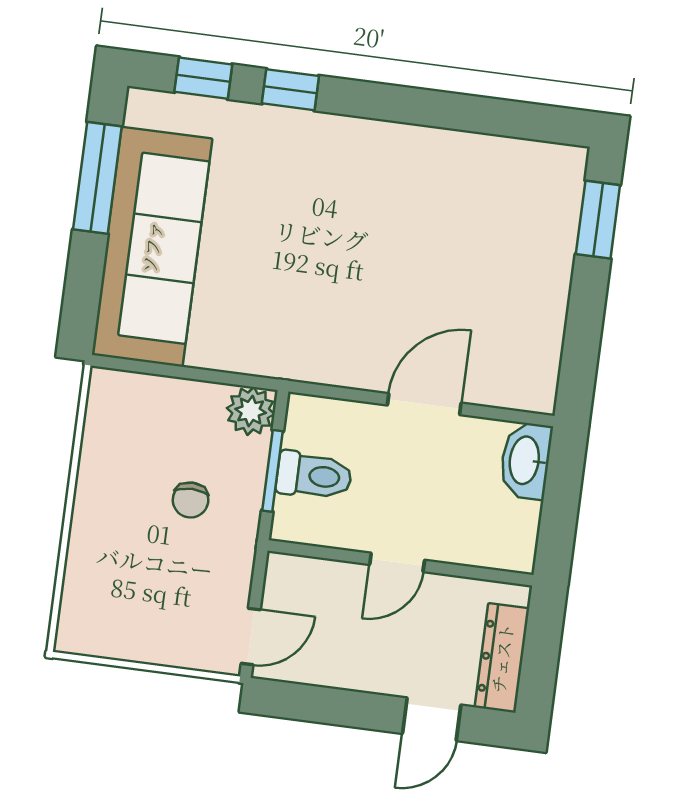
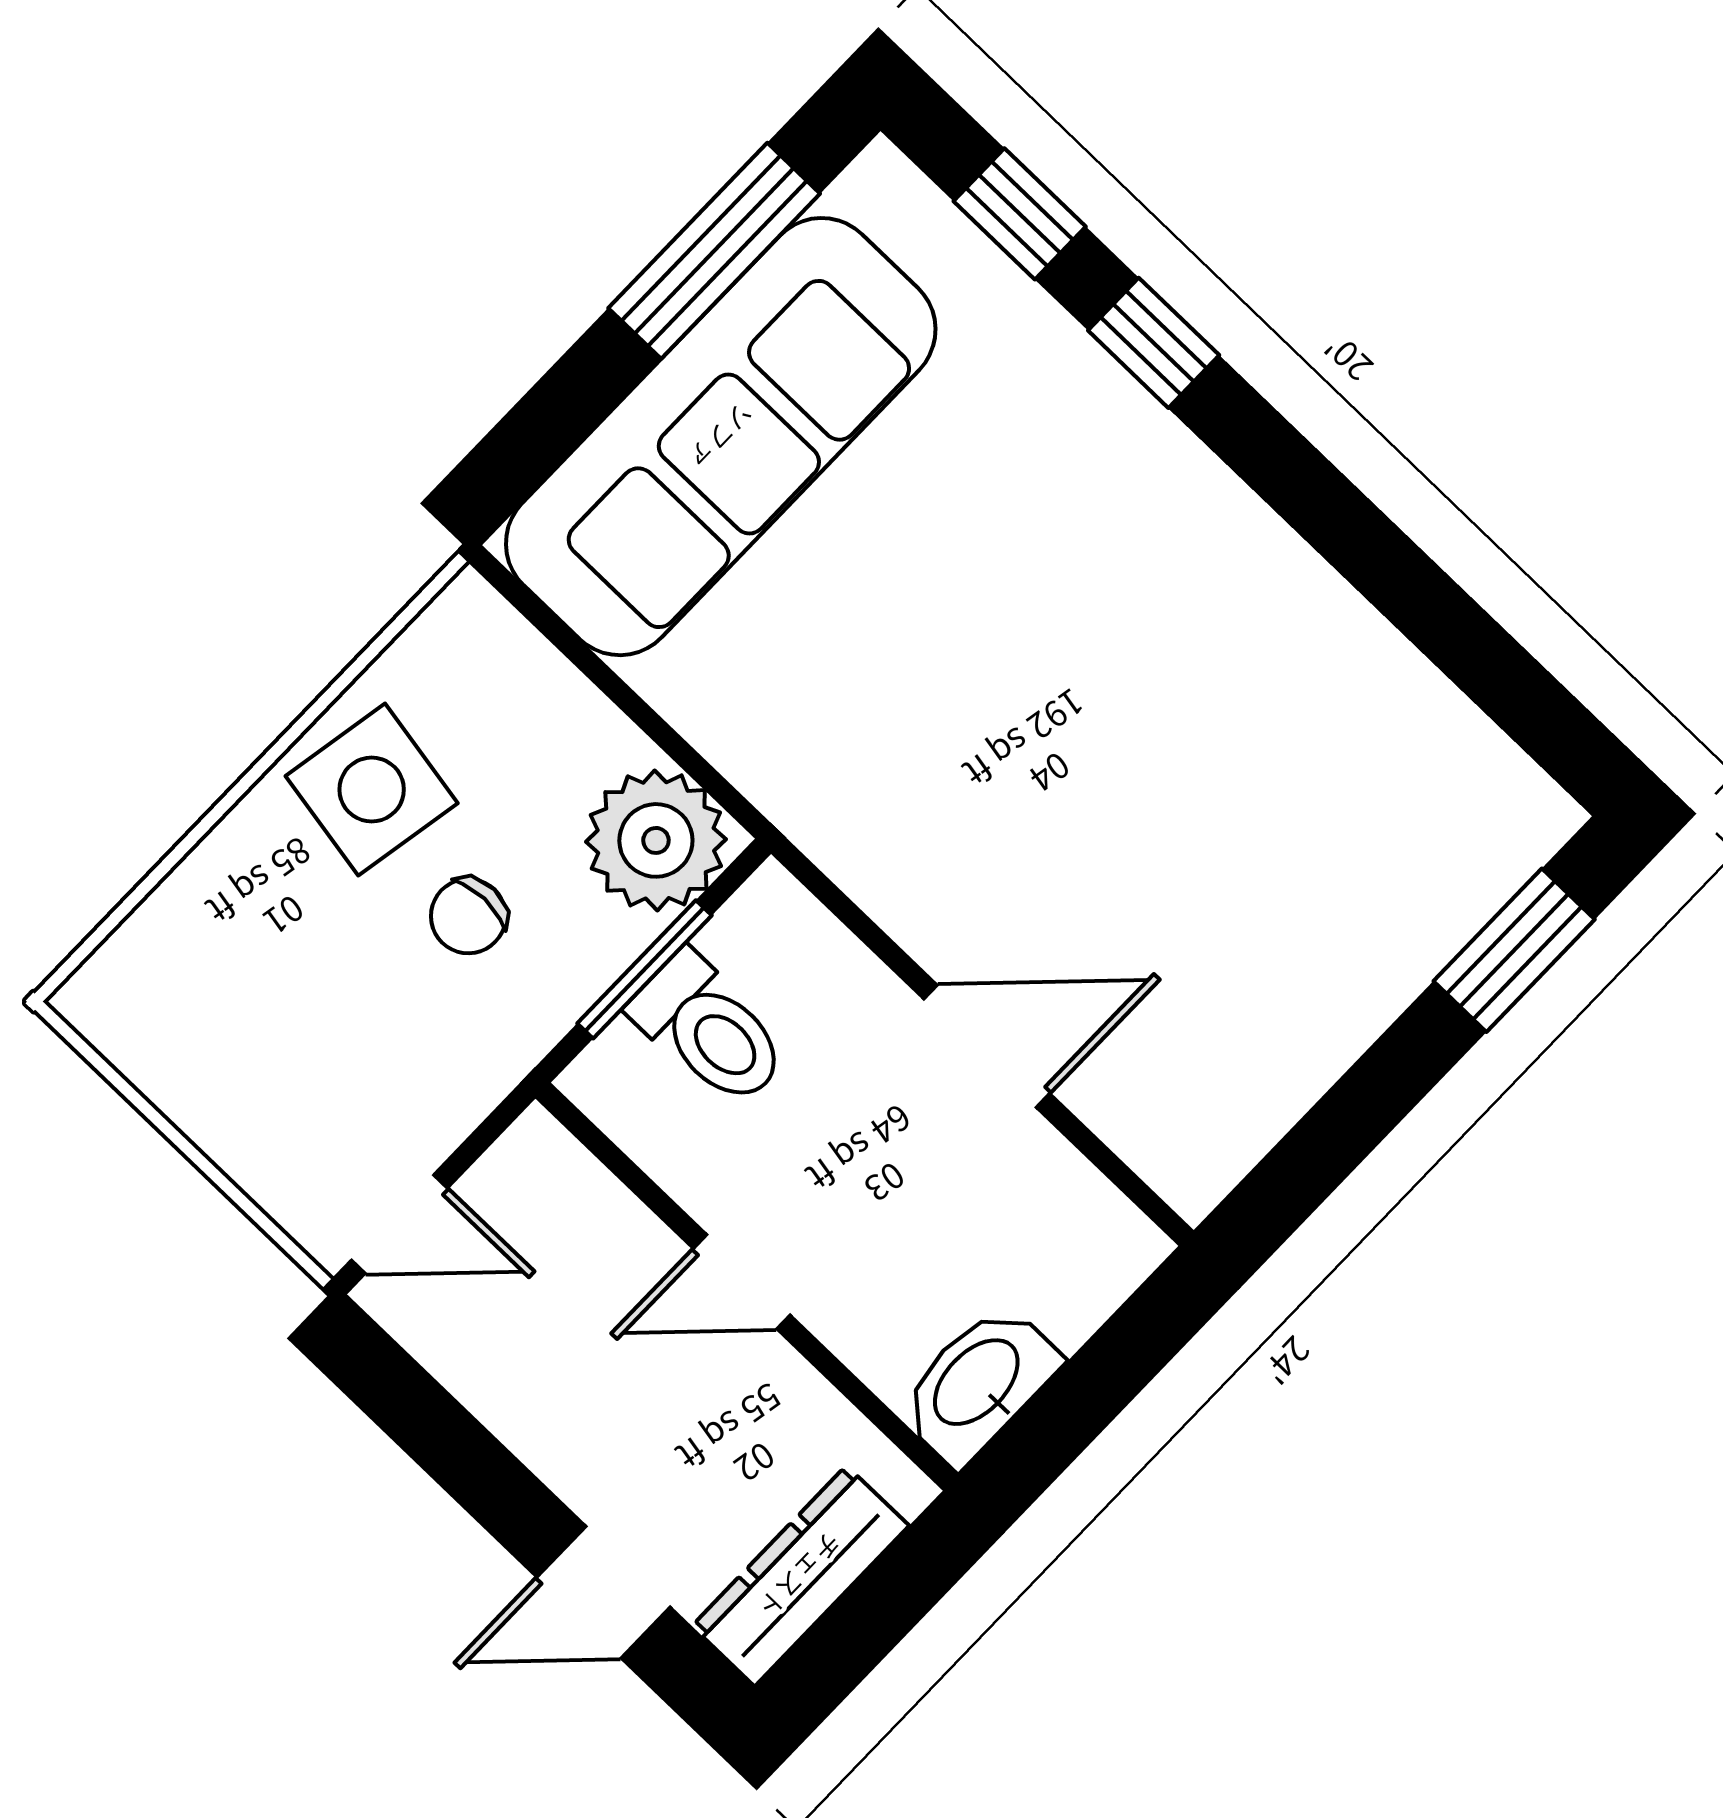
plant: (251, 411) -> (656, 840), width x1.36, depth x1.36
washbasin: (526, 460) -> (978, 1384), moved
side table: (118, 479) -> (372, 790), added

